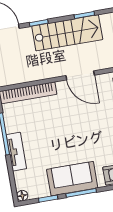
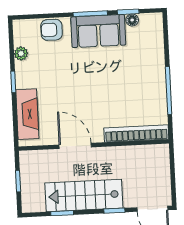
tv unit: (16, 152) -> (157, 69), removed
floor lamp: (22, 196) -> (132, 20), moved

